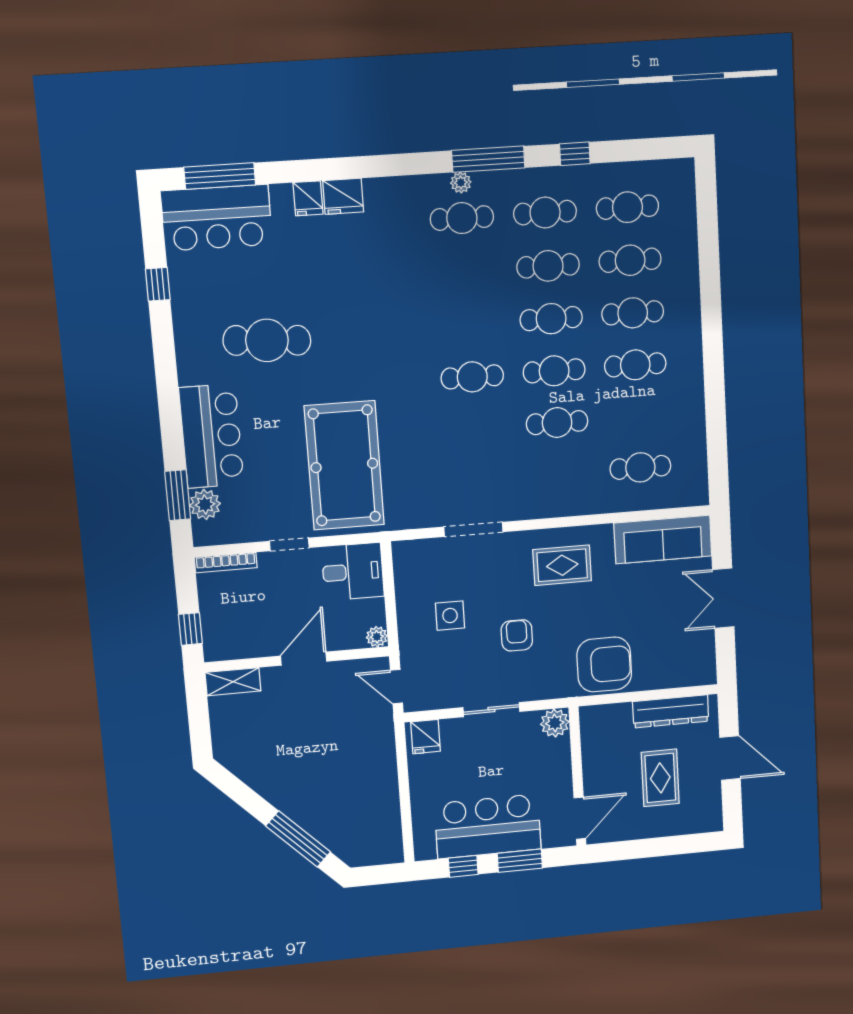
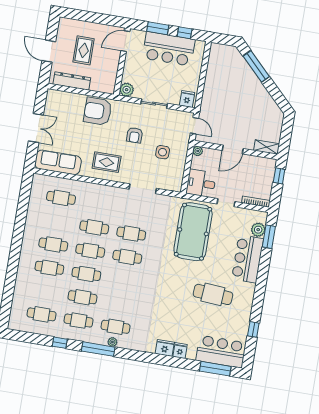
cafe table: (630, 260) -> (131, 234), moved

